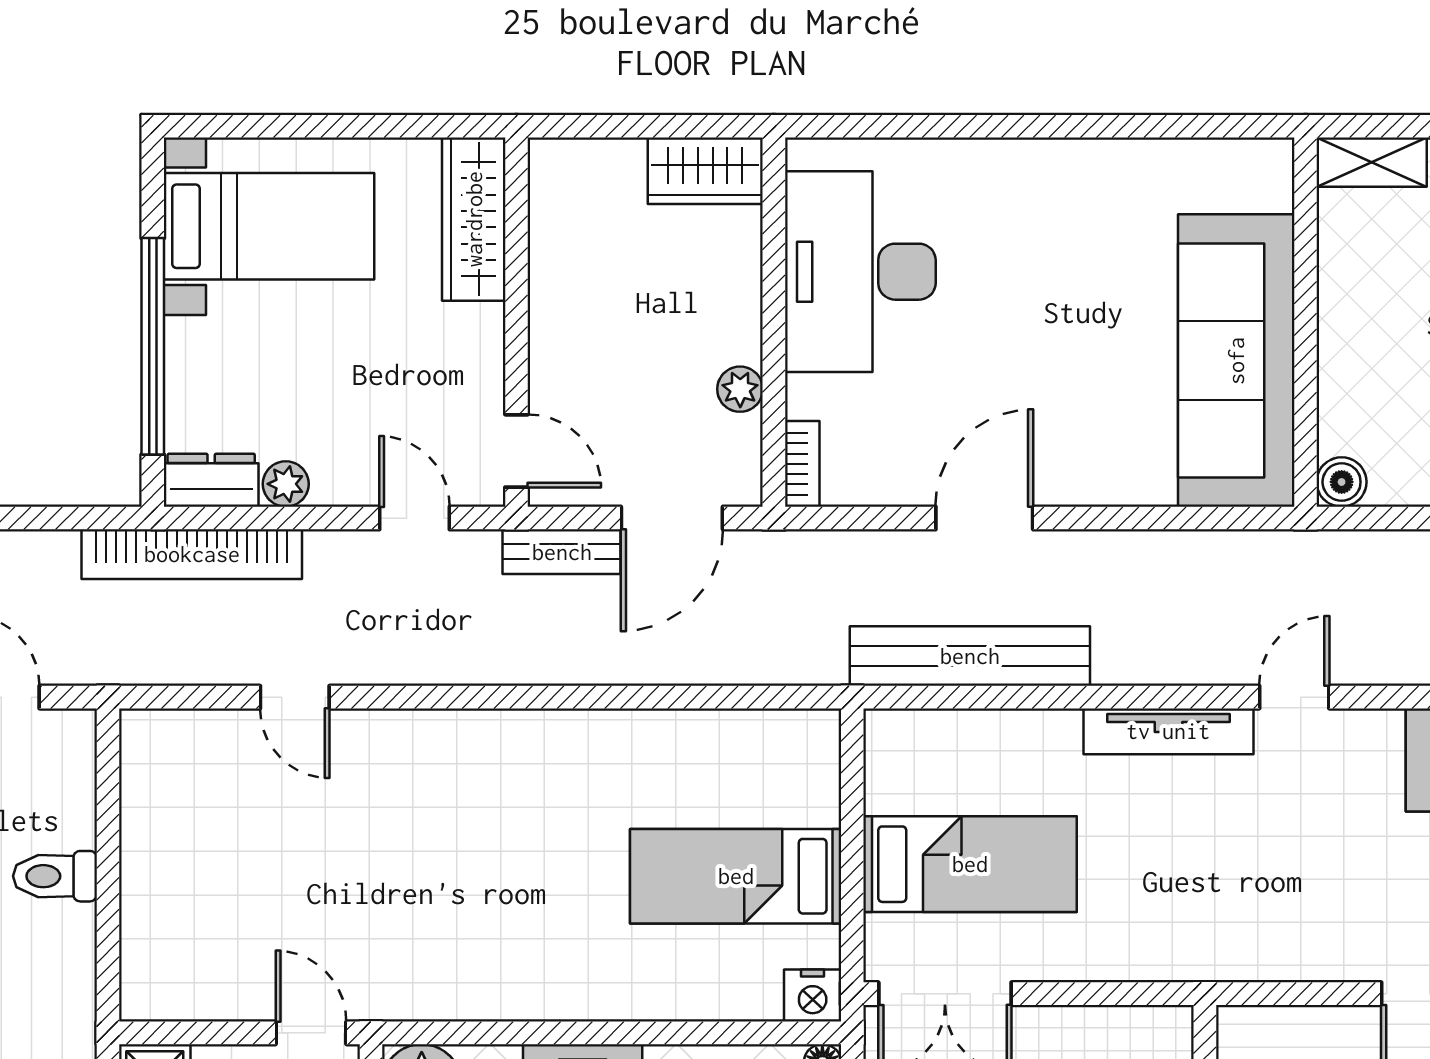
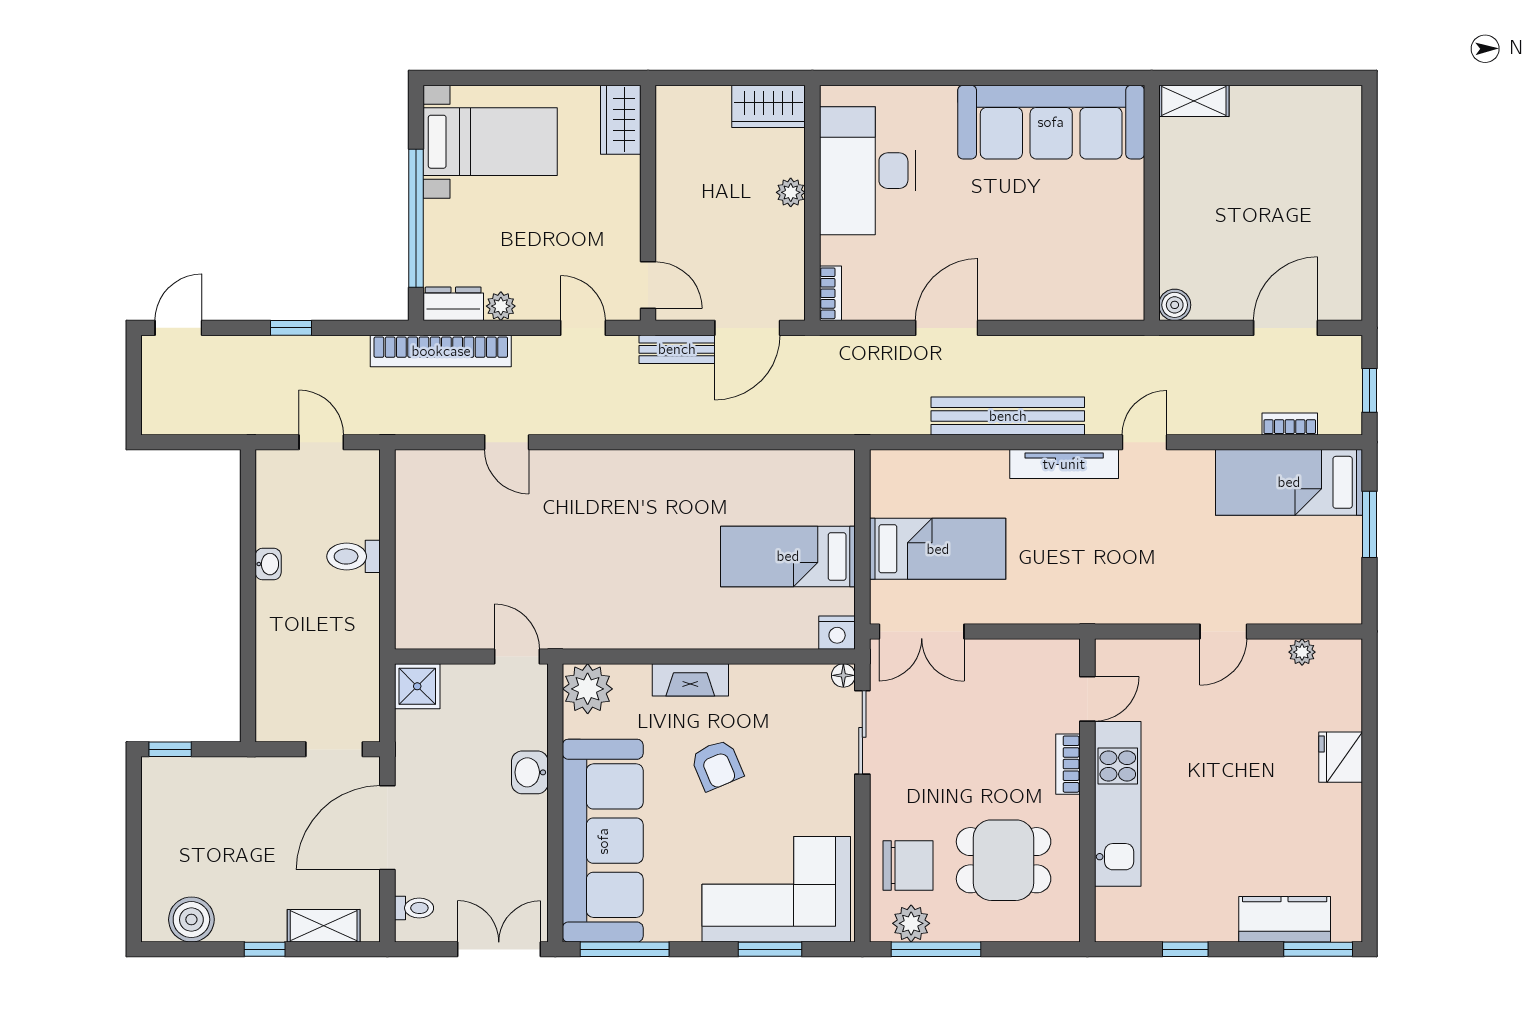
wardrobe: (474, 219) -> (621, 120), width x0.67
sofa: (1236, 361) -> (1051, 122), moved, turned -90
plant: (740, 389) -> (791, 192), moved
bench: (970, 656) -> (1008, 416), moved

